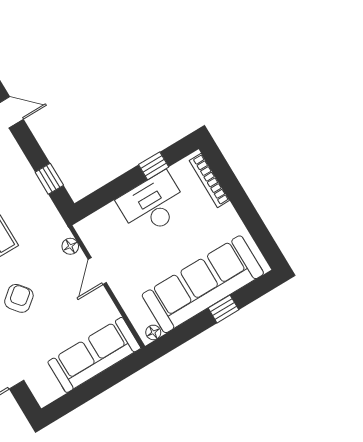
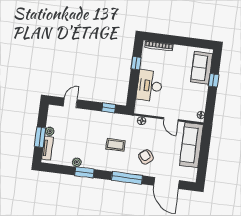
desk: (152, 205) -> (149, 86), moved
door: (97, 271) -> (171, 119), moved
sofa: (203, 284) -> (202, 68), width x0.54, depth x0.79

